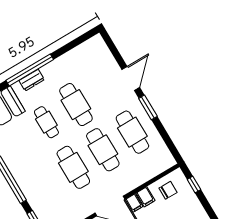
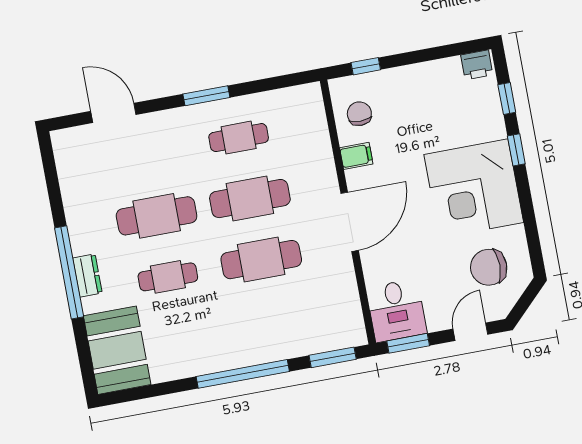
door: (131, 78) -> (113, 113), moved
cafe table: (132, 132) -> (239, 138), width x0.73, depth x0.74
filing cabinet: (134, 203) -> (359, 179), removed

